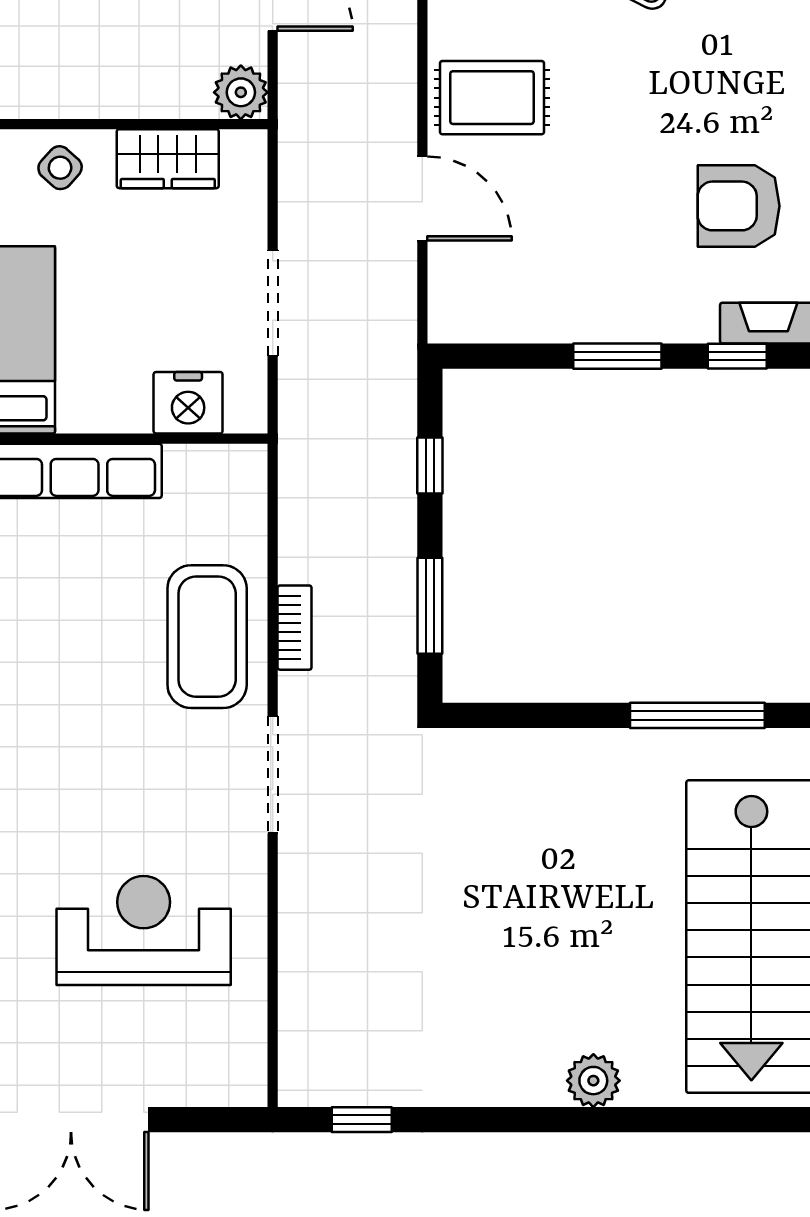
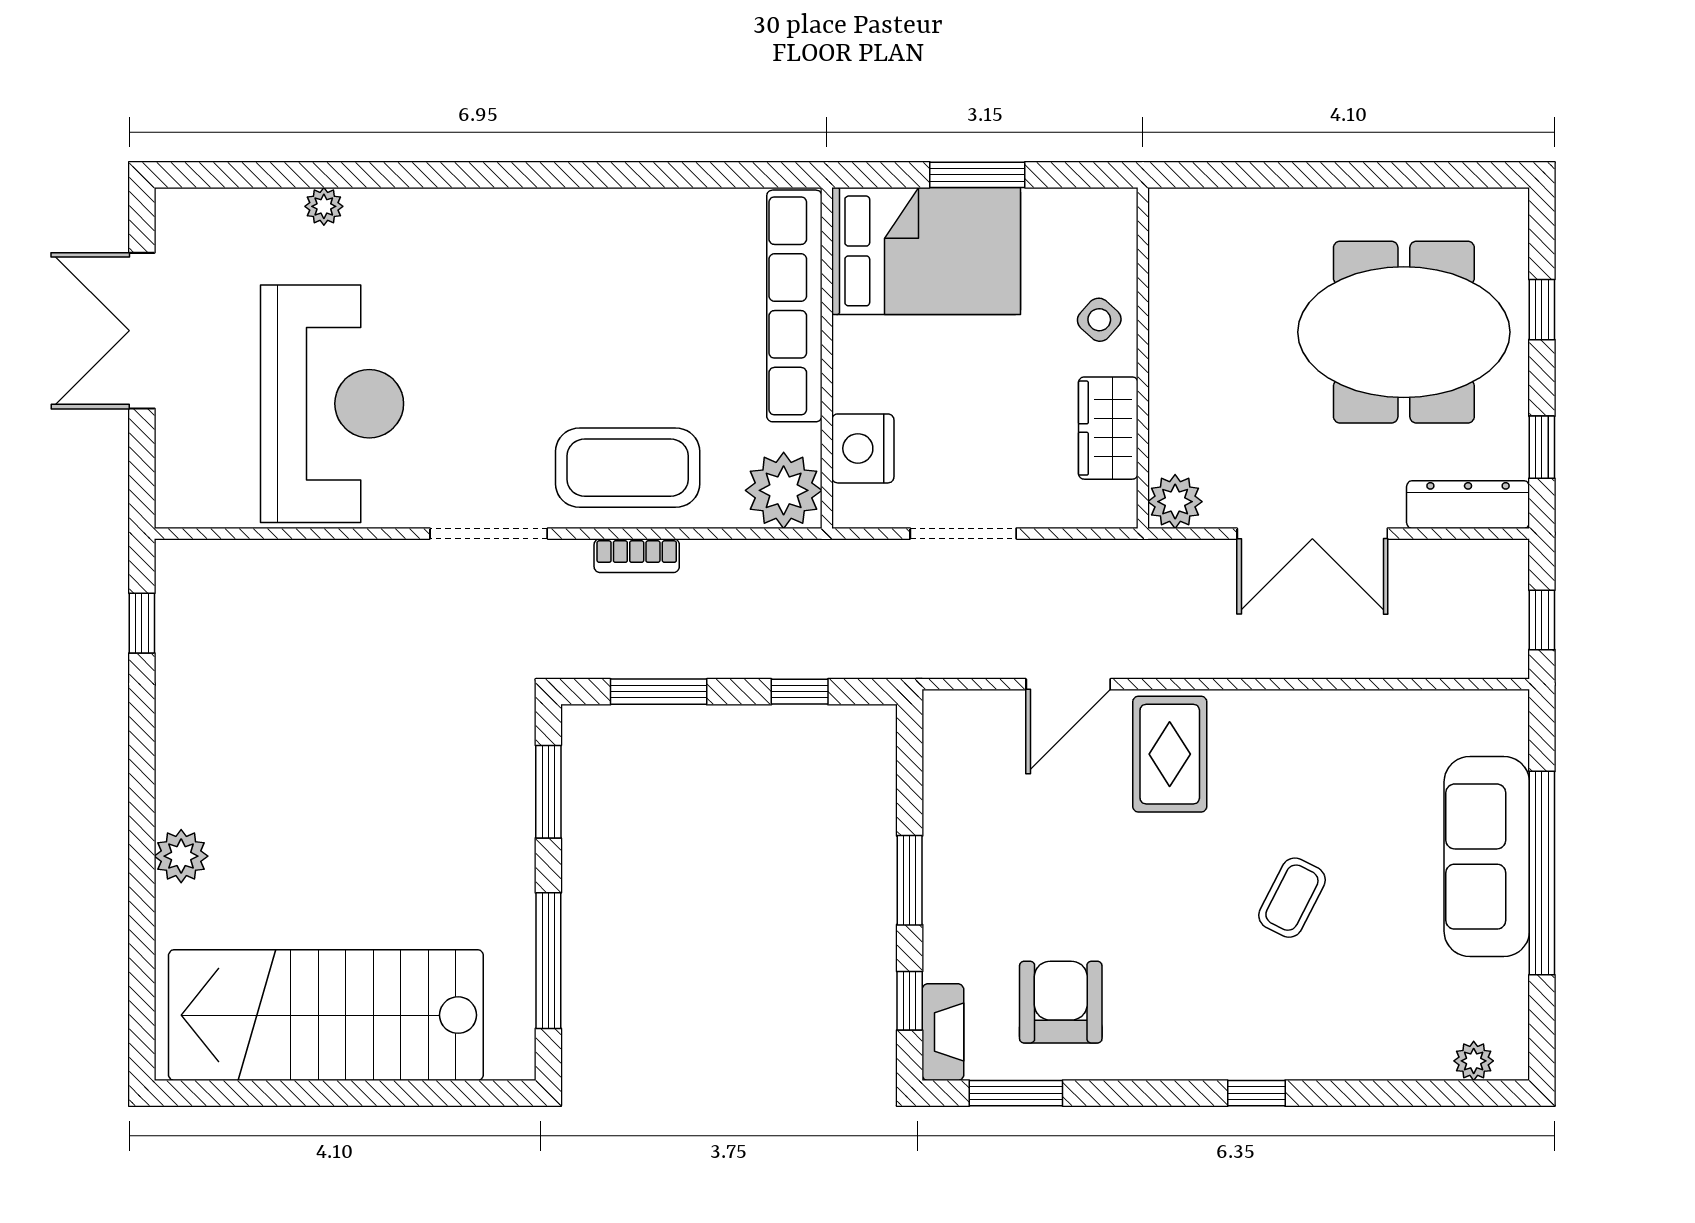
plant: (230, 482) -> (784, 490), added
window: (529, 715) -> (548, 792), added
reception desk: (144, 931) -> (332, 404), width x1.36, depth x1.30

